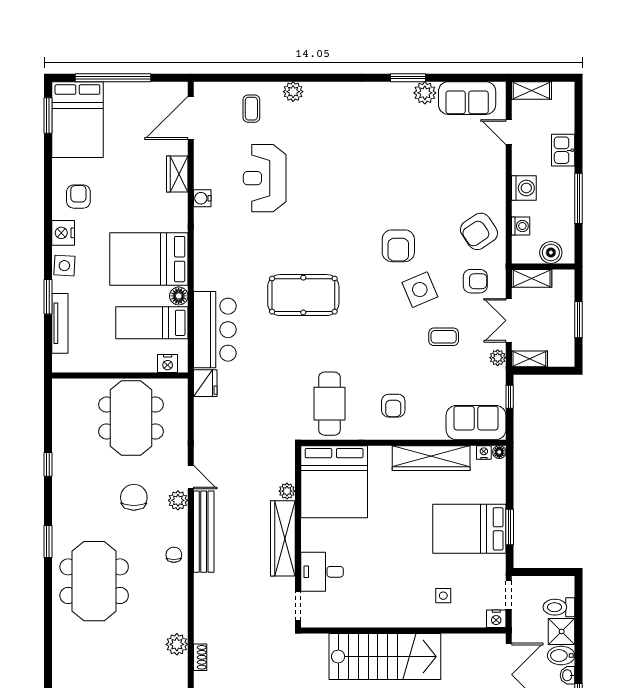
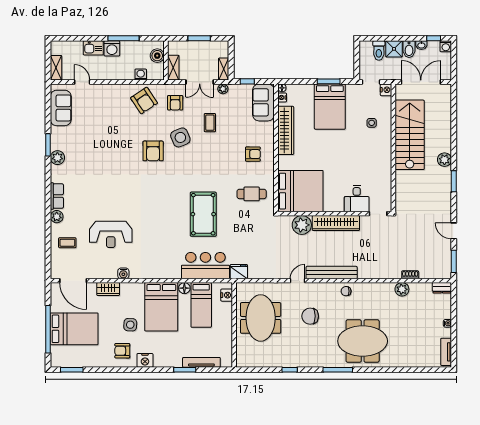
row of seats: (326, 92) -> (57, 196), added
plant: (425, 93) -> (57, 158), moved
bed: (77, 120) -> (74, 329), moved
door: (509, 132) -> (82, 82), swing flipped
washing machine: (524, 188) -> (112, 48), moved, turned 180
armchair: (398, 246) -> (153, 151), turned 90
side table: (64, 266) -> (130, 325), moved
armchair: (475, 281) -> (175, 103), turned 180
pool table: (303, 295) -> (203, 214), moved
cafe table: (329, 404) -> (252, 194), width x0.73, depth x0.74
meeting table: (131, 418) -> (261, 318), turned 90
plant: (287, 491) -> (302, 225), width x1.88, depth x1.88
plant: (178, 500) -> (312, 289), removed
window: (48, 541) -> (338, 370), width x1.44
stairs: (385, 657) -> (410, 135), moved

